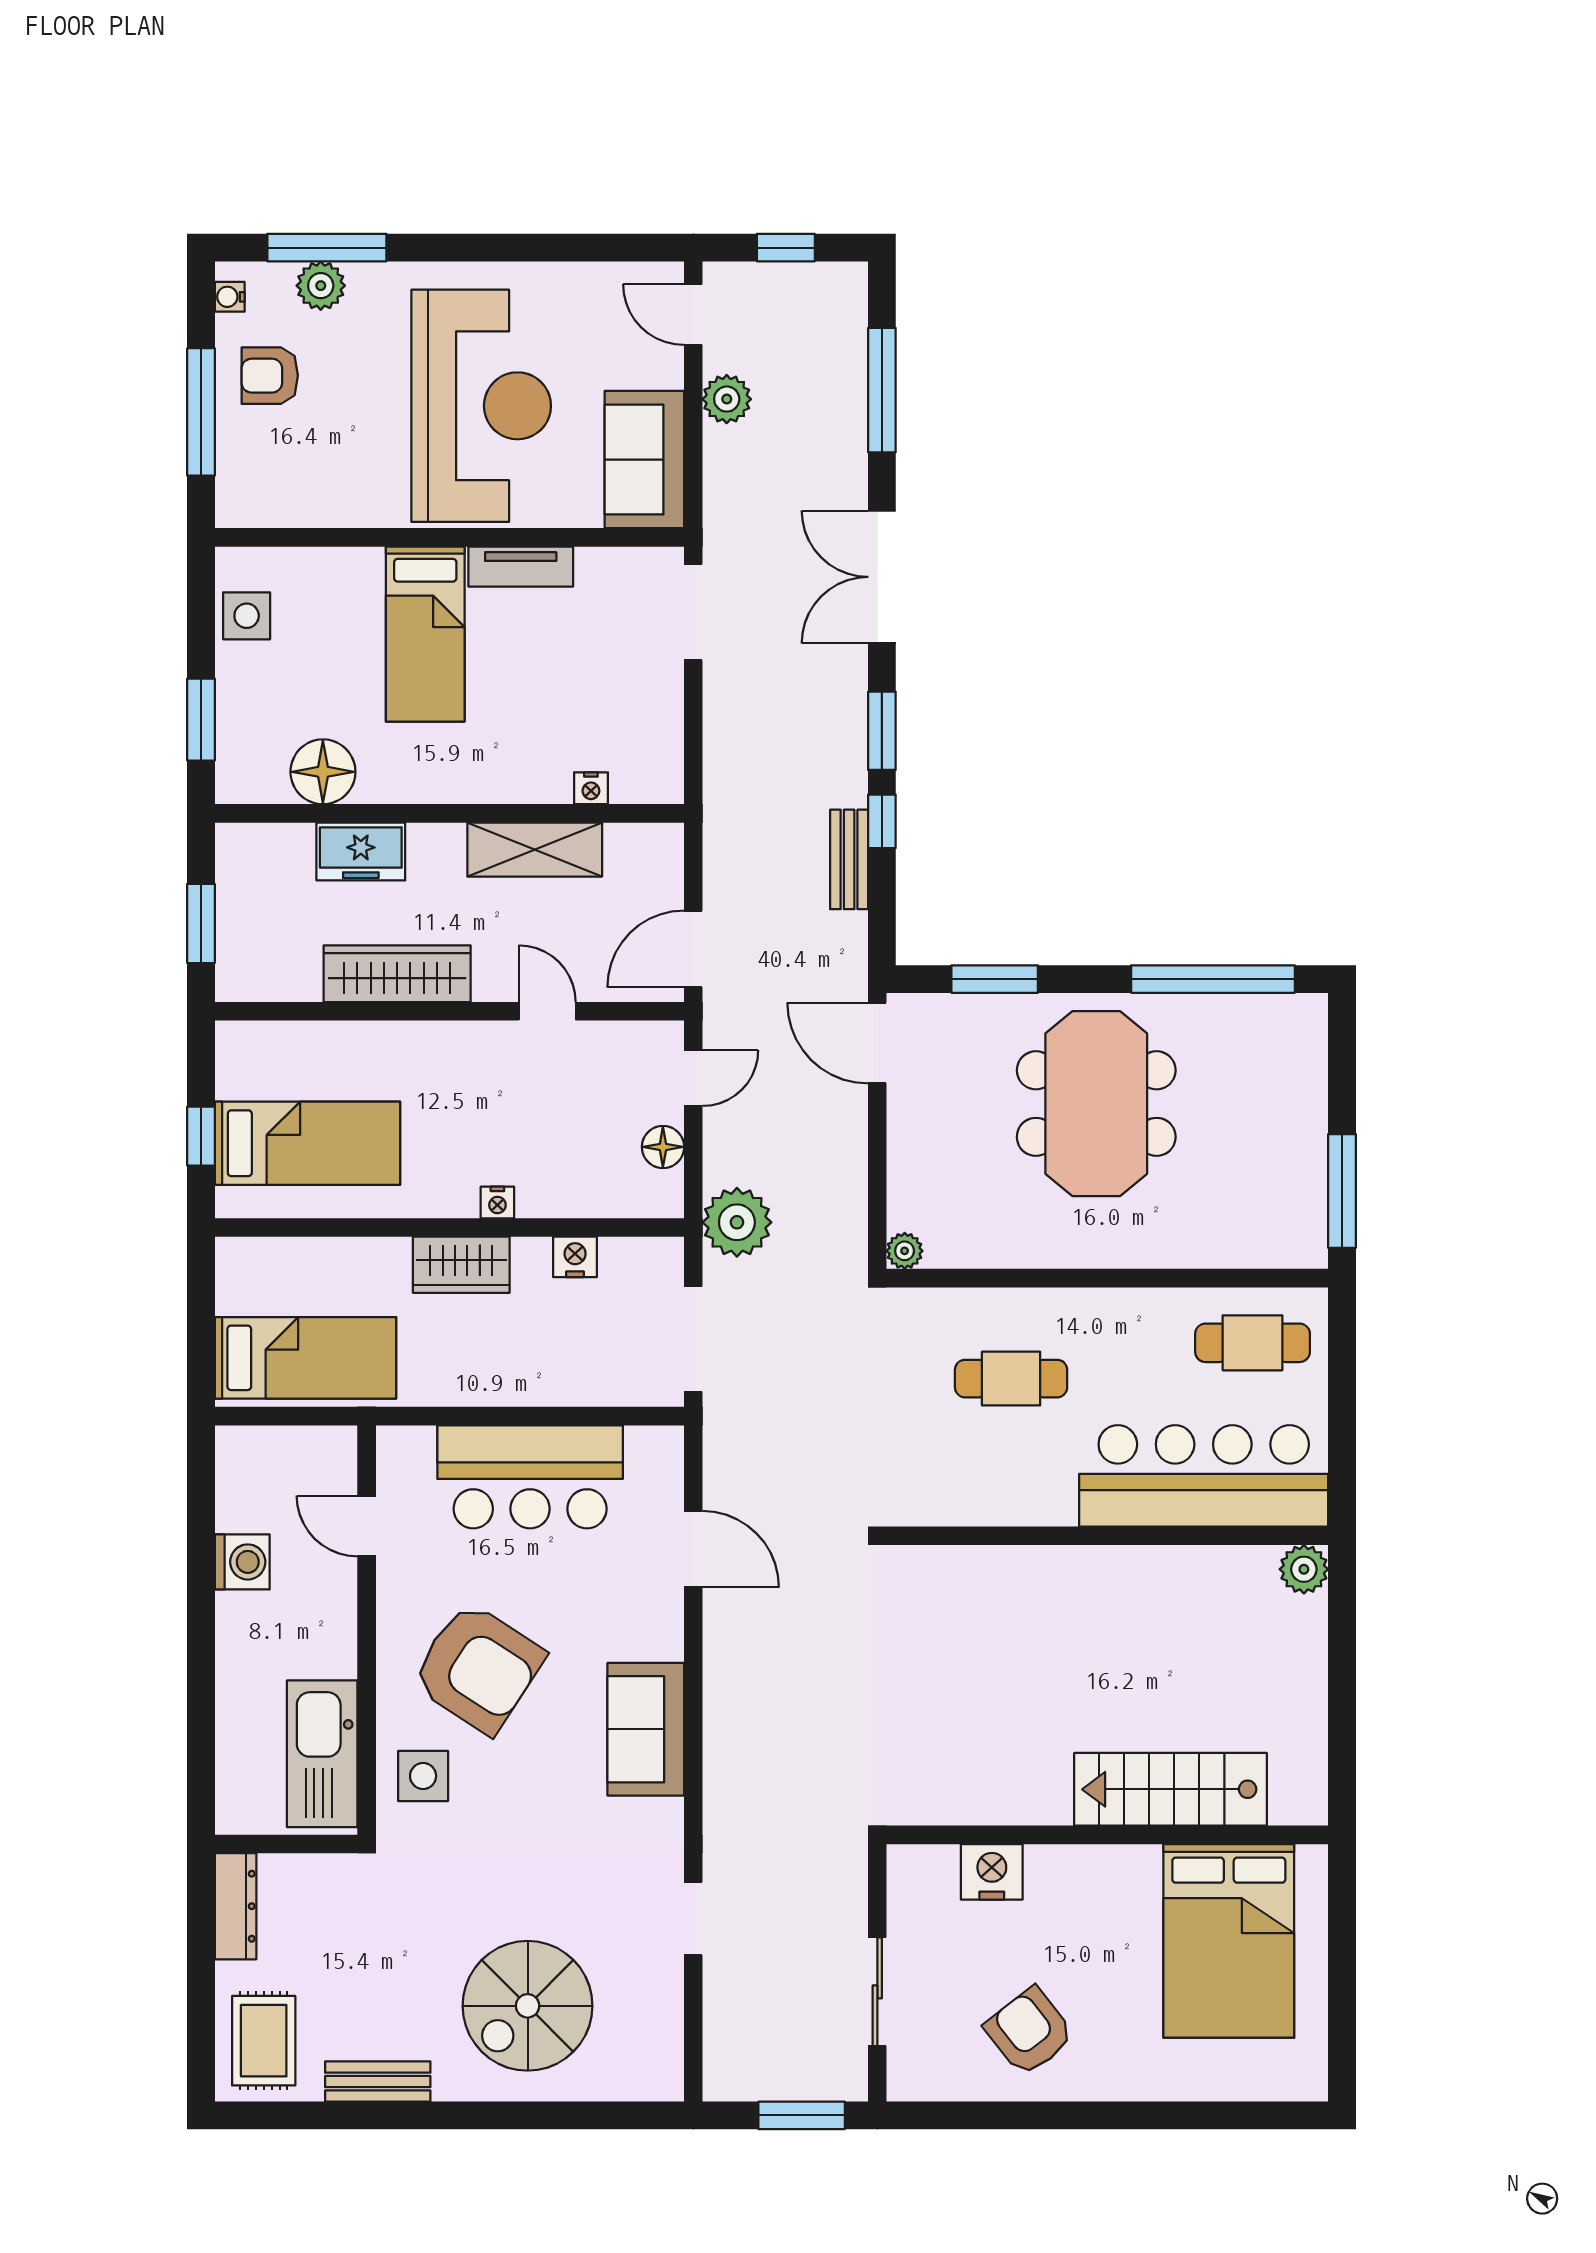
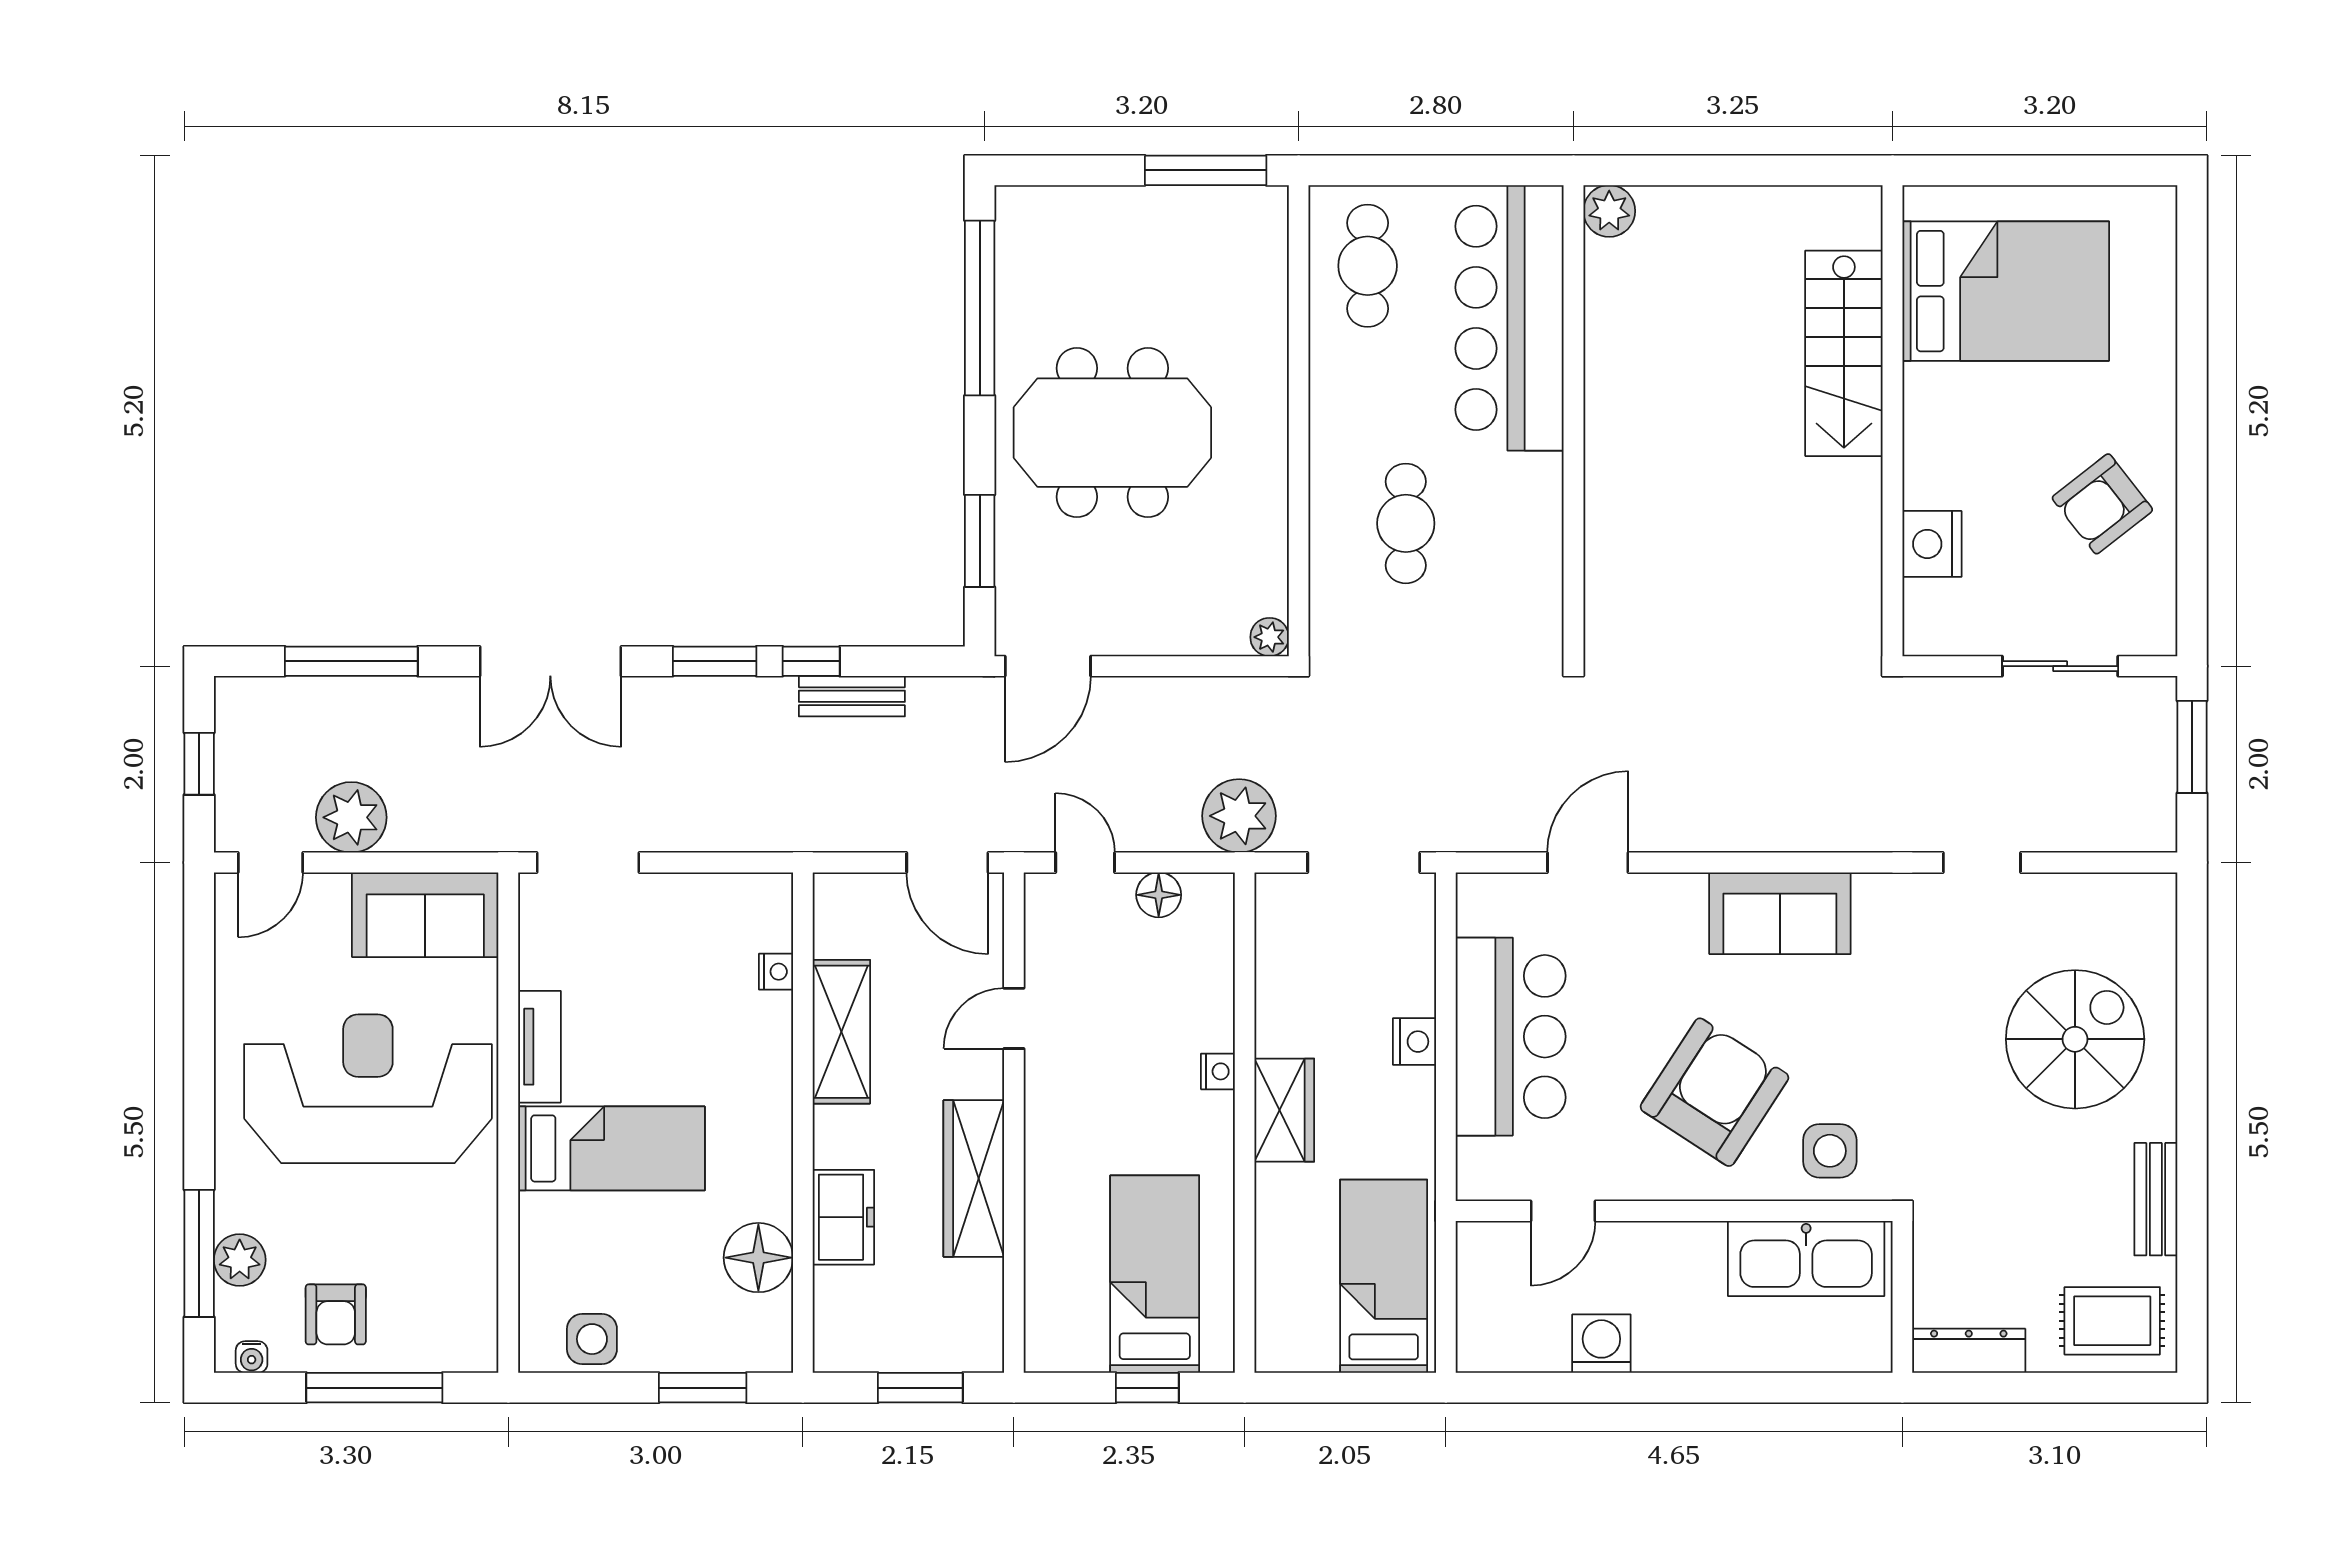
plant: (727, 399) -> (351, 817), width x1.36, depth x1.36
nightstand: (575, 1257) -> (1414, 1042), moved, turned 180
spiral stairs: (528, 2006) -> (2075, 1039), turned -90

